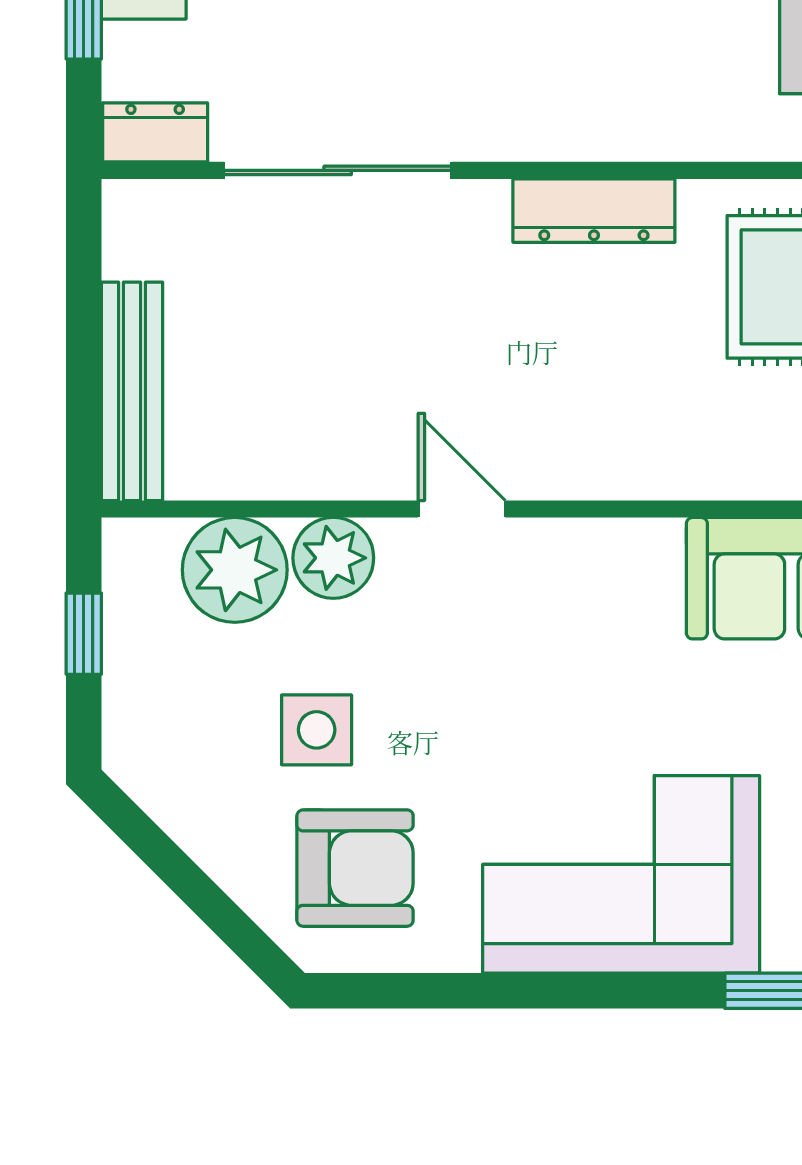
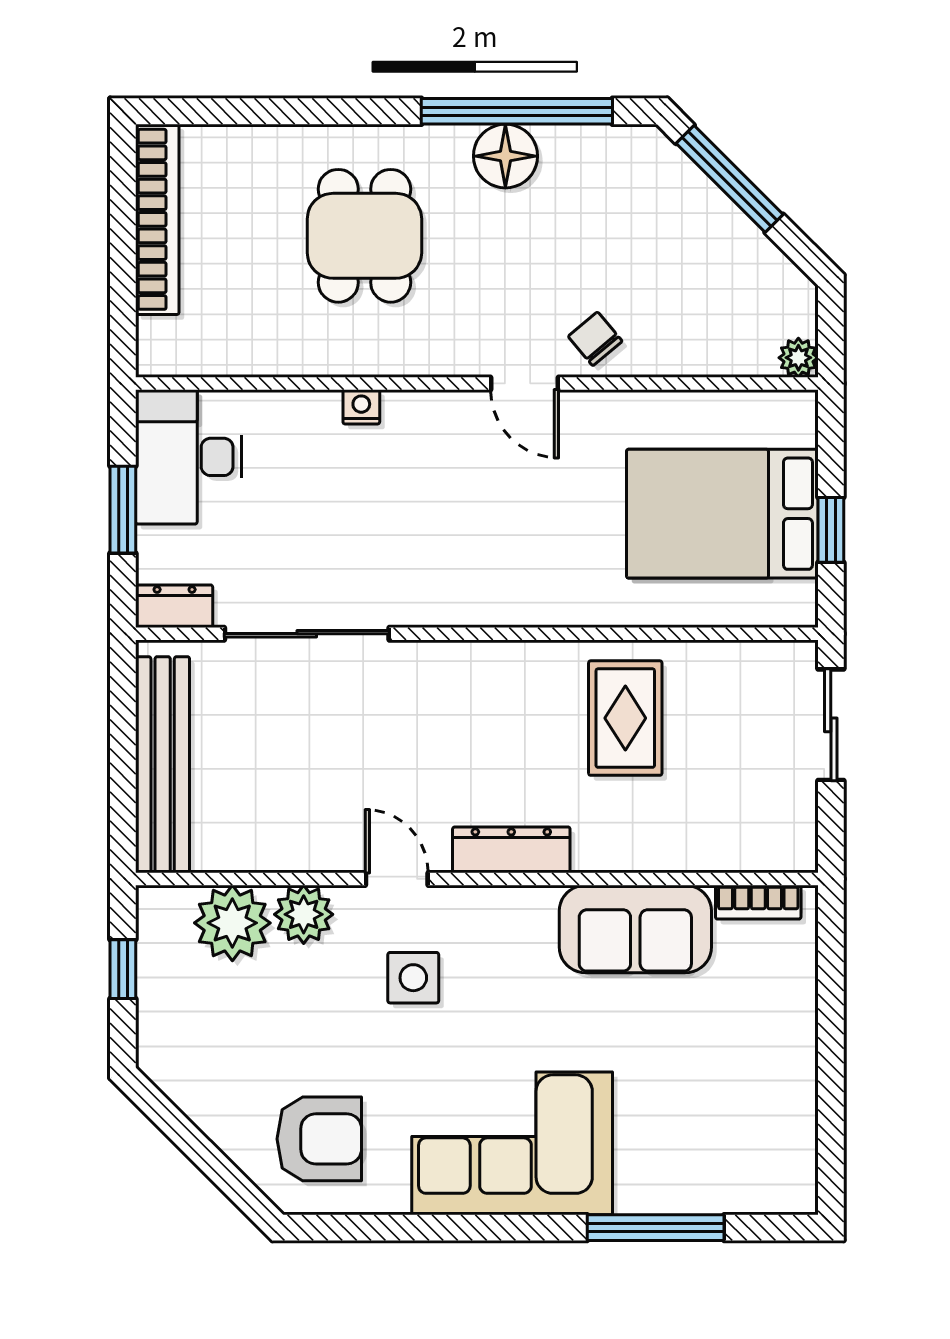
dresser: (594, 211) -> (511, 850), moved, turned 180
bench: (132, 391) -> (163, 765), width x1.37, depth x1.21
side table: (317, 730) -> (413, 978), moved

